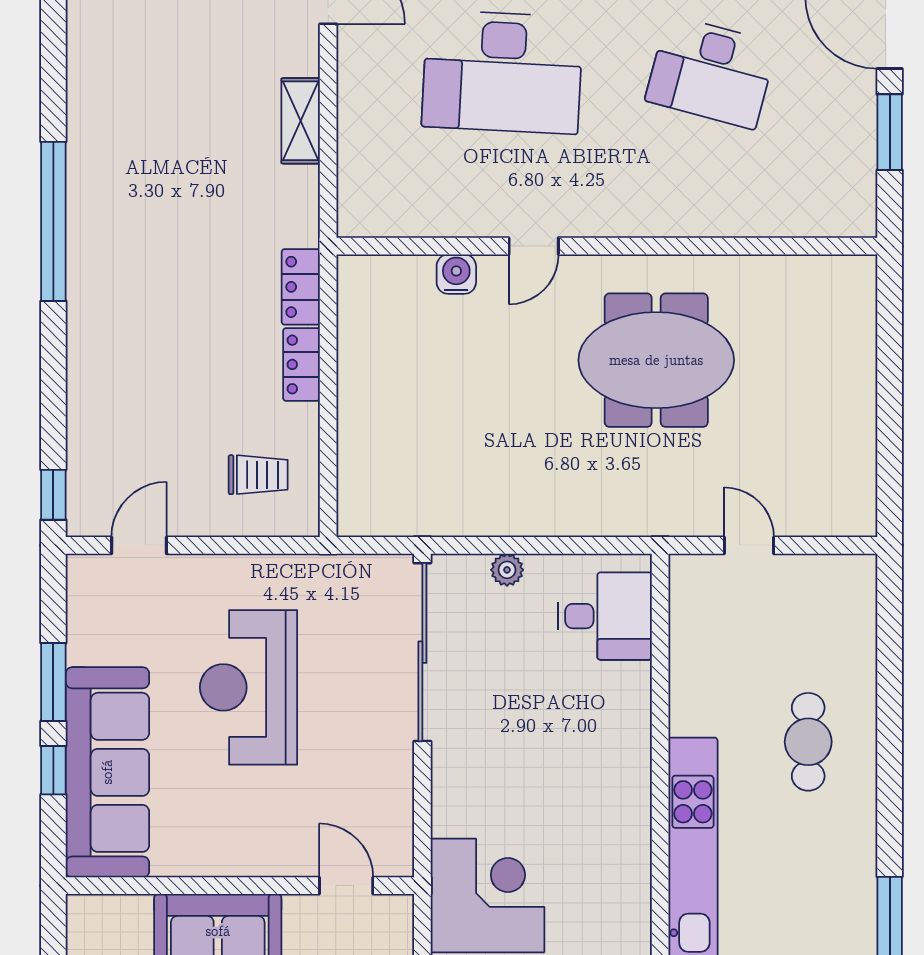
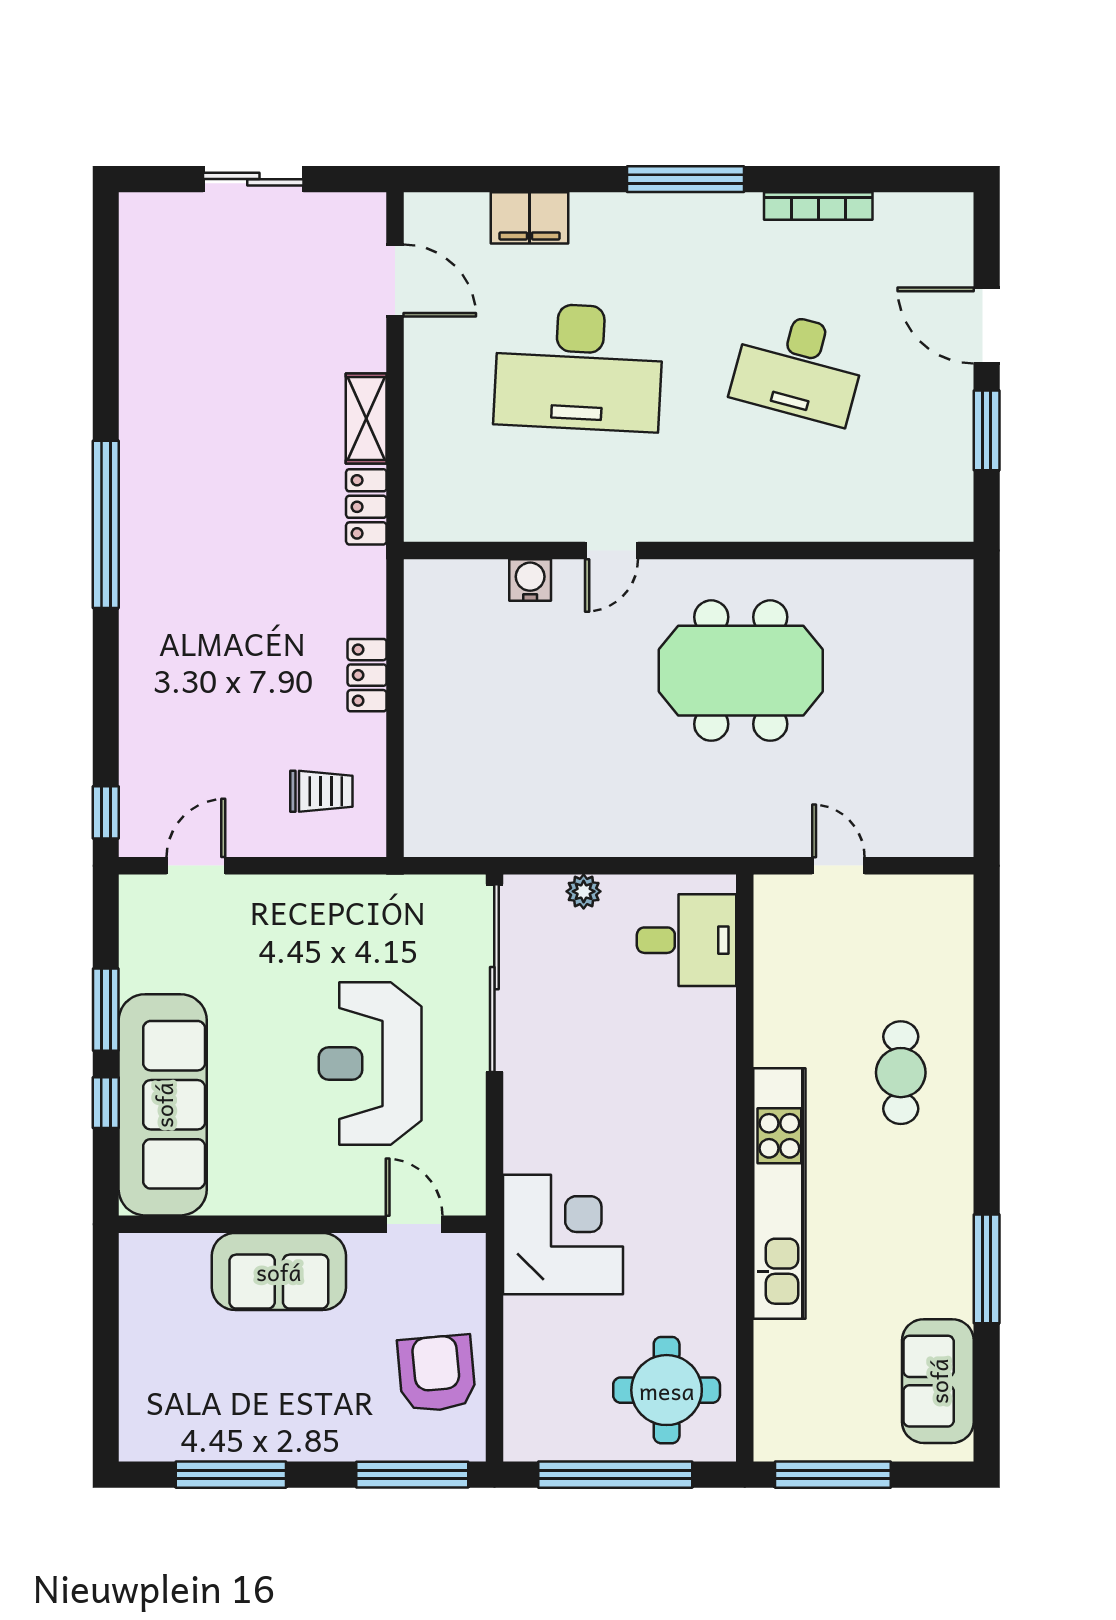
locker: (301, 287) -> (366, 507), moved
reception desk: (249, 687) -> (370, 1063), moved

